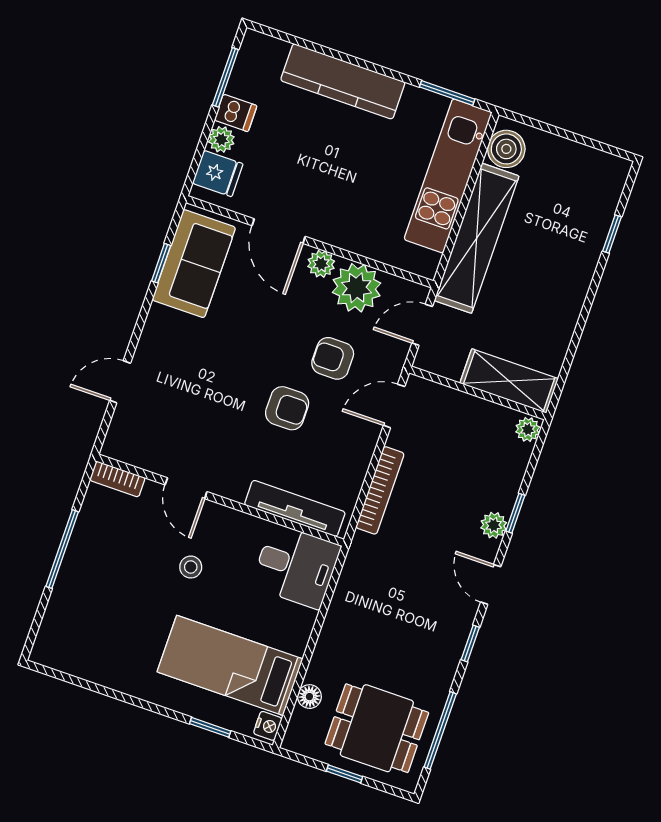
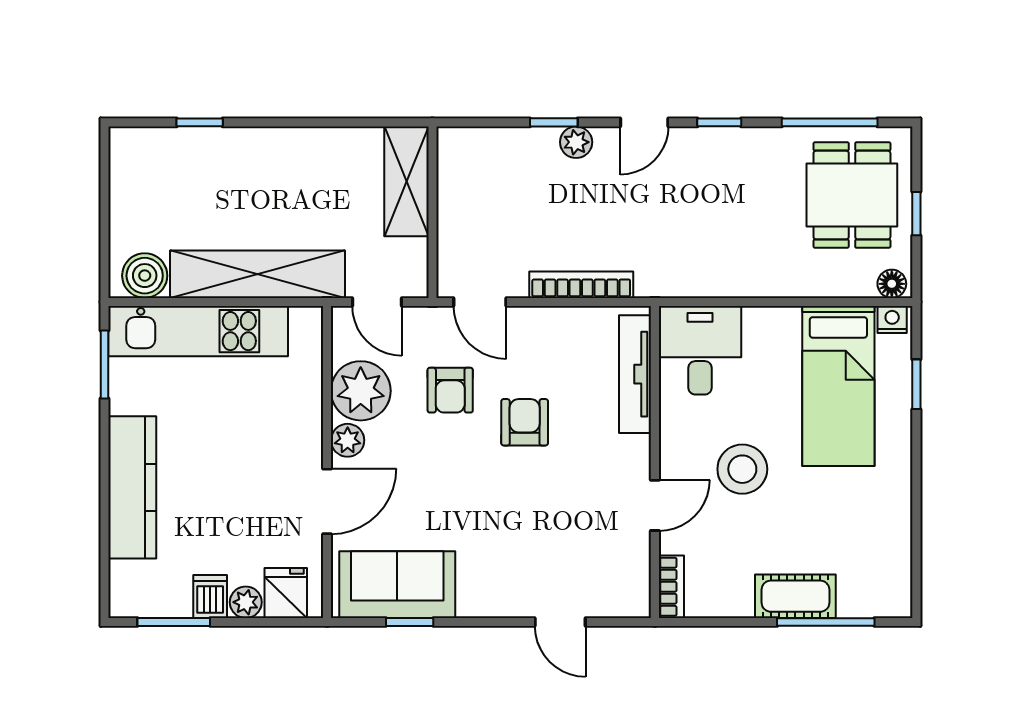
plant: (528, 429) -> (454, 141), removed
window: (62, 549) -> (826, 622), moved
stool: (191, 567) -> (742, 469), width x1.89, depth x1.89
cot: (76, 574) -> (795, 596), added
floor lamp: (309, 697) -> (892, 284), moved

